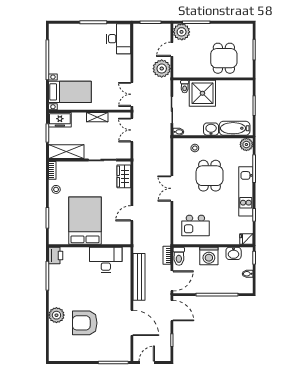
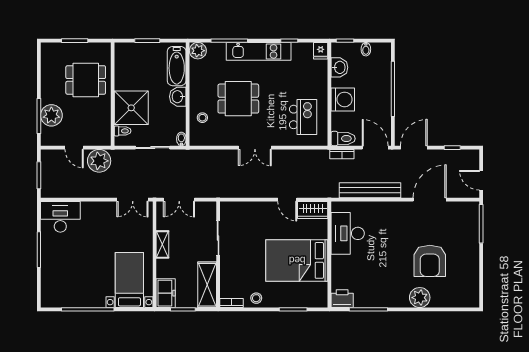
plant: (182, 32) -> (51, 115), moved
wardrobe: (124, 176) -> (313, 210), moved

